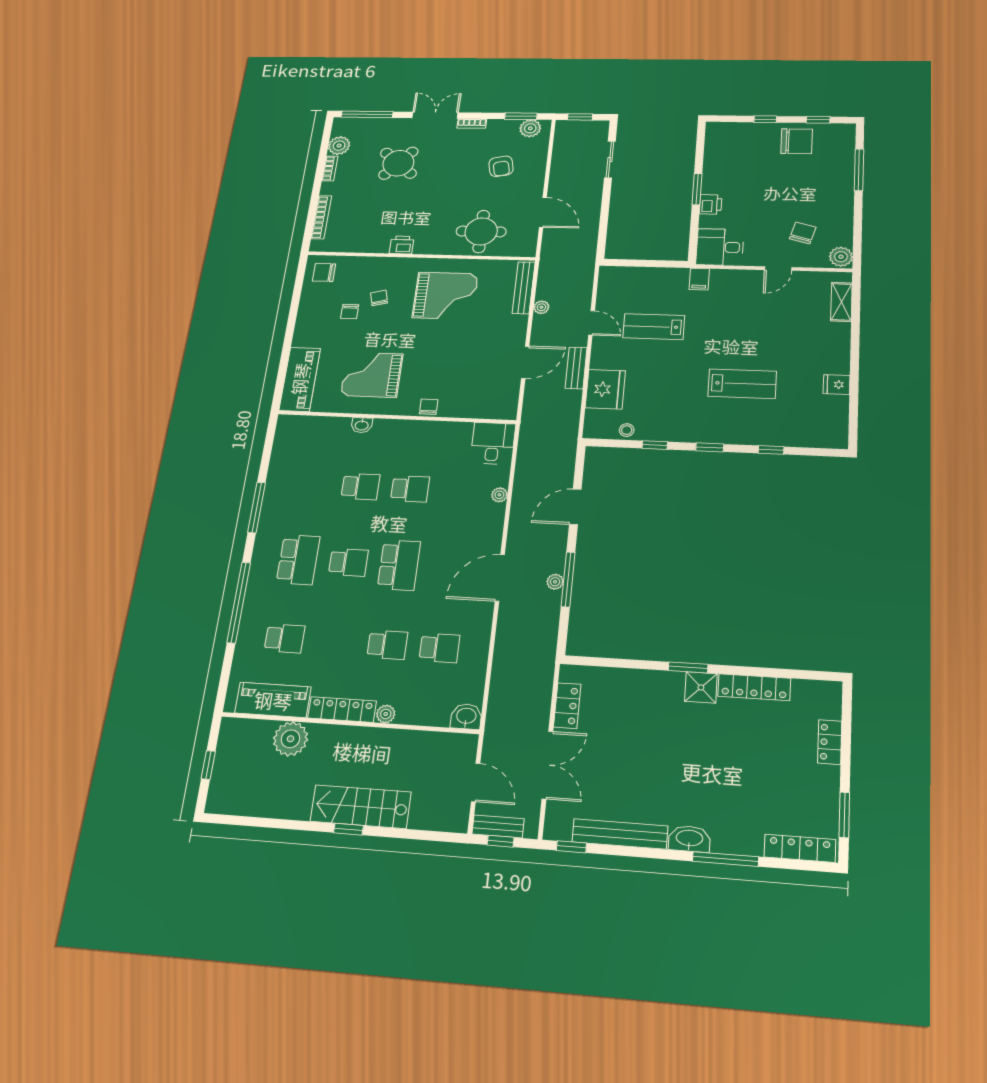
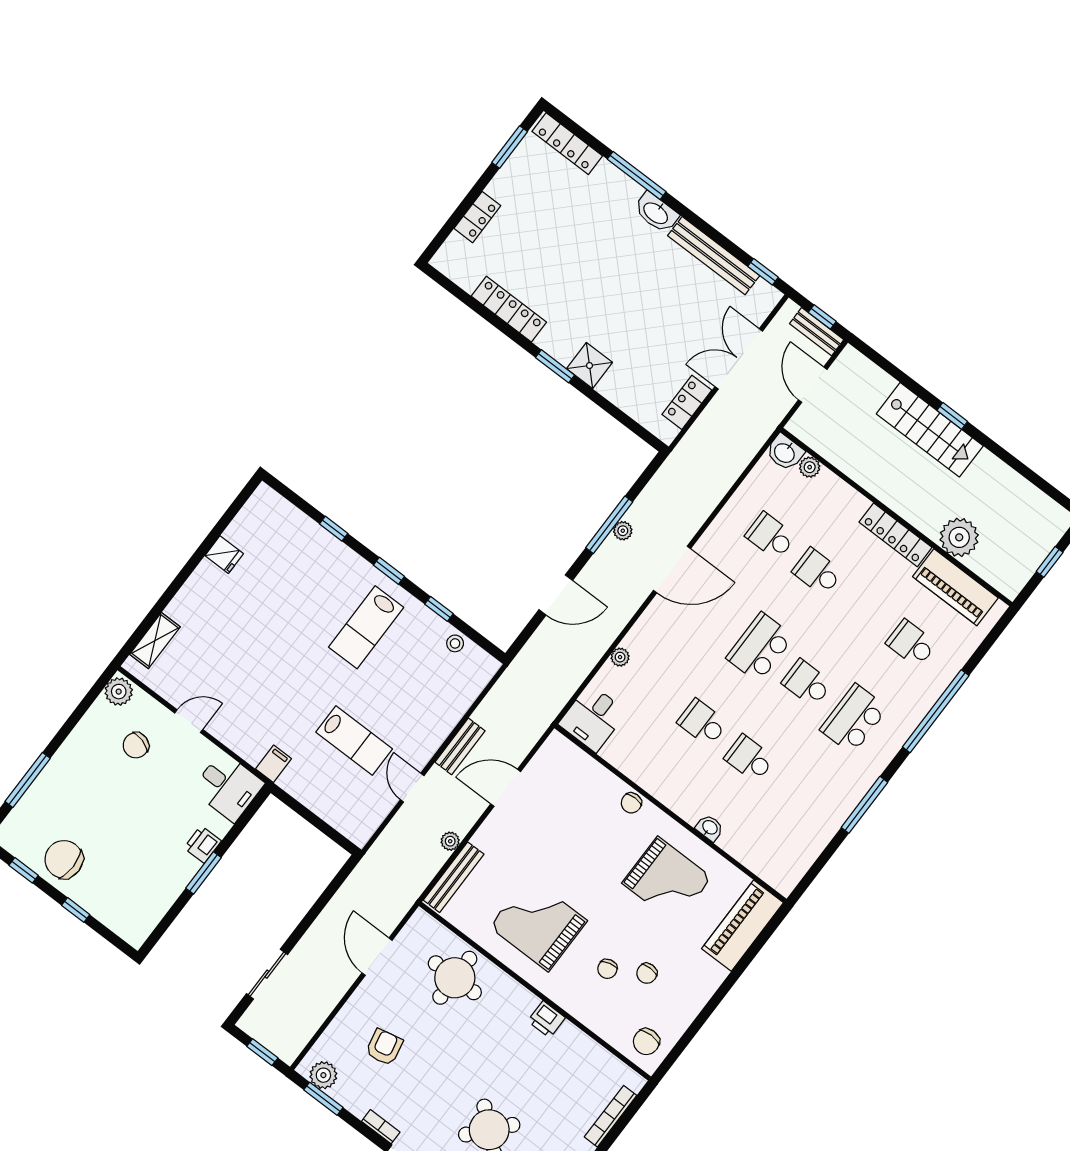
chair: (324, 272) -> (646, 1042), turned 90
chair: (350, 311) -> (647, 973), turned 180
lab bench: (742, 384) -> (366, 627), moved, turned -90
fridge: (605, 389) -> (447, 703), removed
shower: (701, 687) -> (589, 366), moved
plant: (386, 714) -> (810, 467), moved

